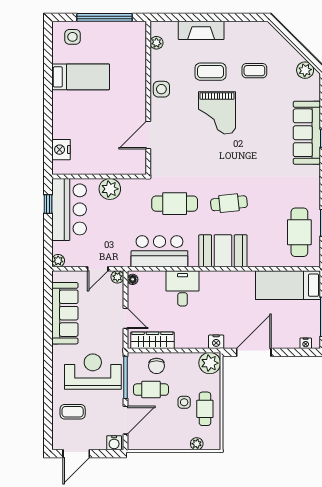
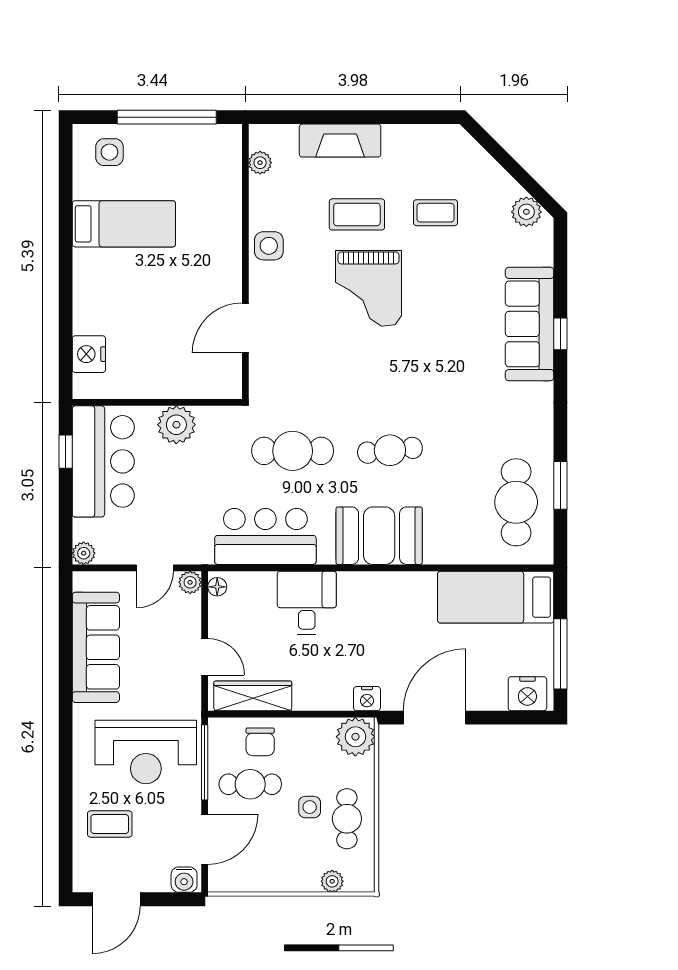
nightstand: (306, 343) -> (527, 694), width x1.89, depth x1.79
reception desk: (93, 372) -> (146, 752), turned 180

